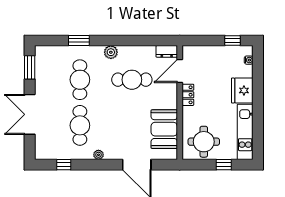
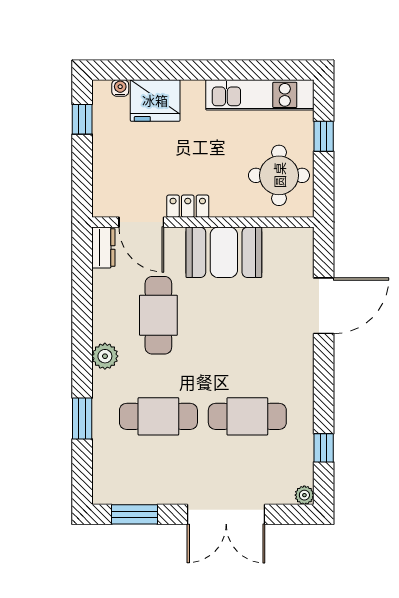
fridge: (242, 90) -> (155, 100), moved
booth: (164, 129) -> (224, 252), moved
plant: (98, 155) -> (304, 495), moved

